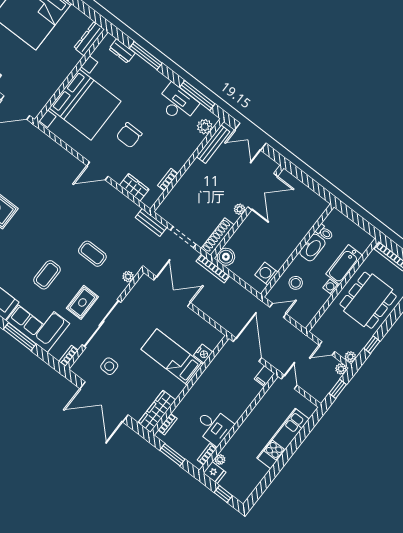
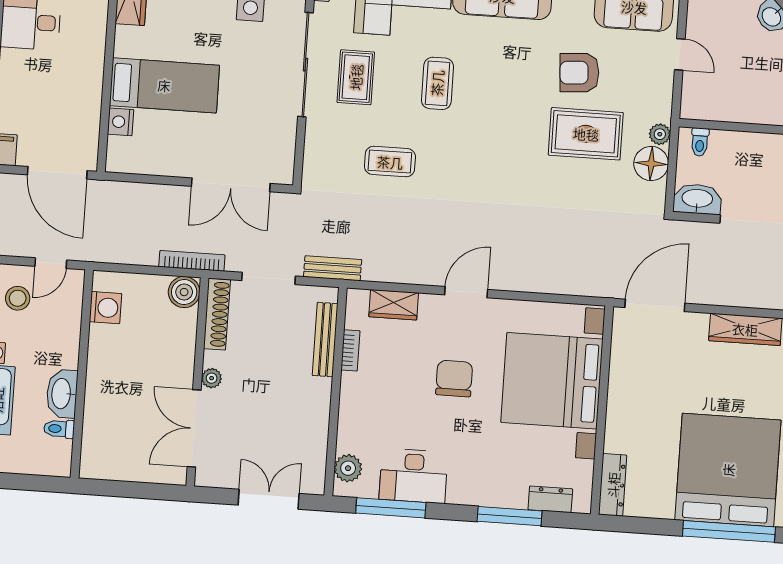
bench: (213, 144) -> (325, 340), moved
plant: (128, 277) -> (313, 163), removed
stool: (296, 283) -> (18, 298), moved

